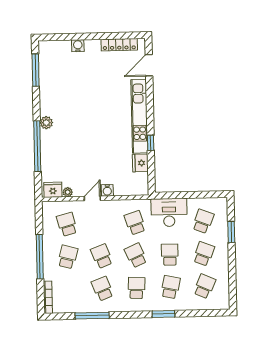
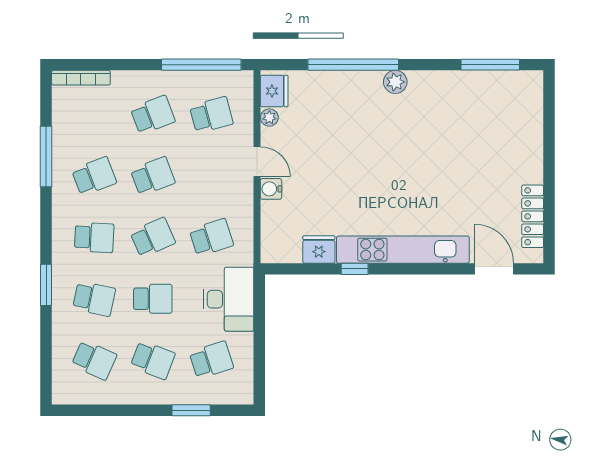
water cooler: (78, 46) -> (532, 142), removed
school desk: (203, 221) -> (211, 360), turned -39
window: (40, 257) -> (201, 65), moved
school desk: (68, 257) -> (153, 115), turned -36

